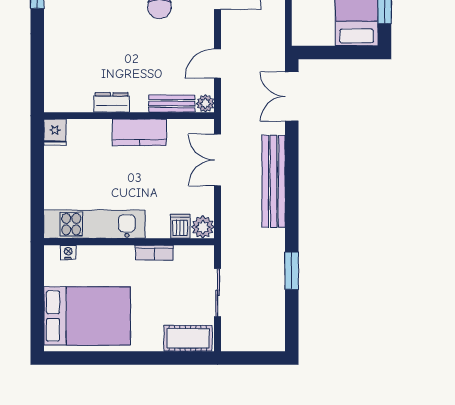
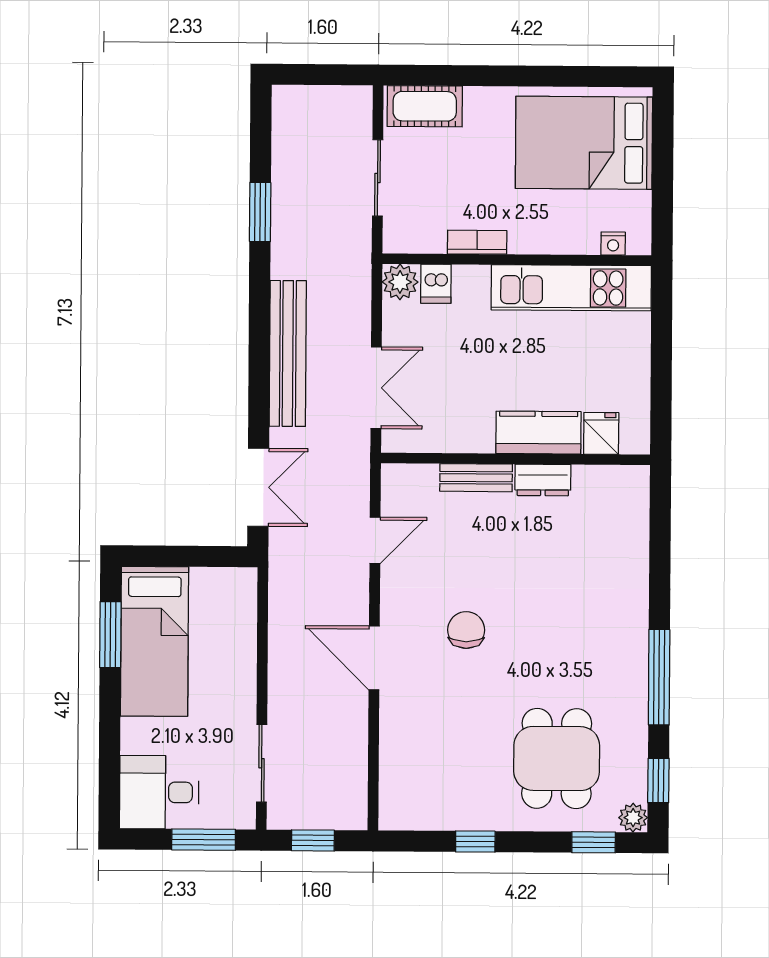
plant: (205, 103) -> (395, 477), removed
bench: (172, 104) -> (476, 478), moved
fridge: (55, 132) -> (601, 433), moved
kitchen counter: (139, 132) -> (538, 433), moved

